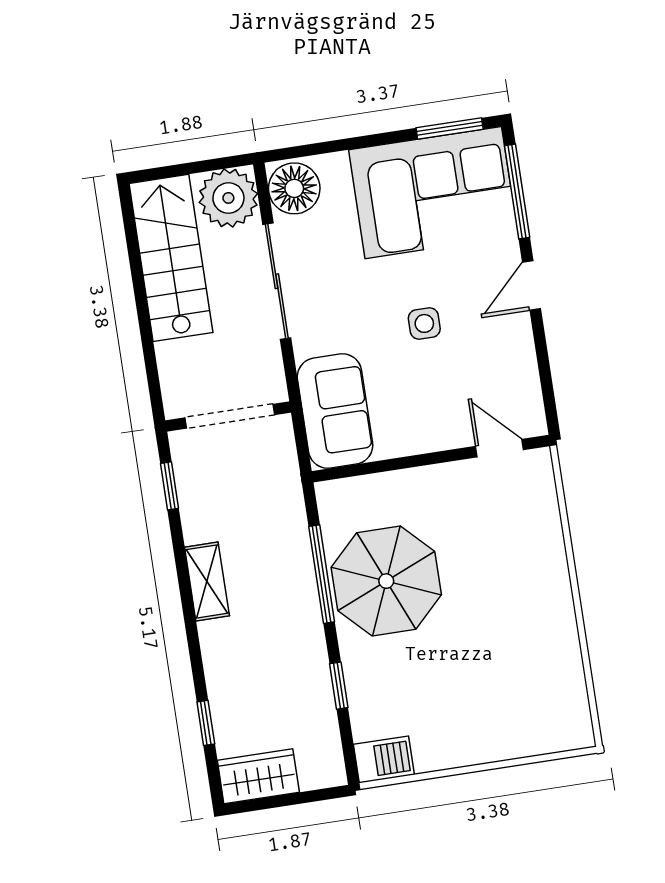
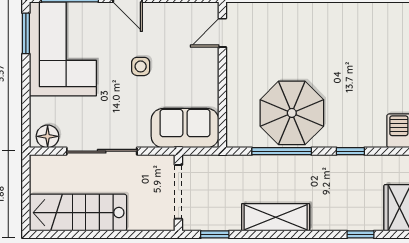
floor lamp: (294, 188) -> (48, 136), width x0.73, depth x0.73
plant: (228, 198) -> (47, 173), removed
shelving: (207, 581) -> (276, 217), width x1.50, depth x1.33

